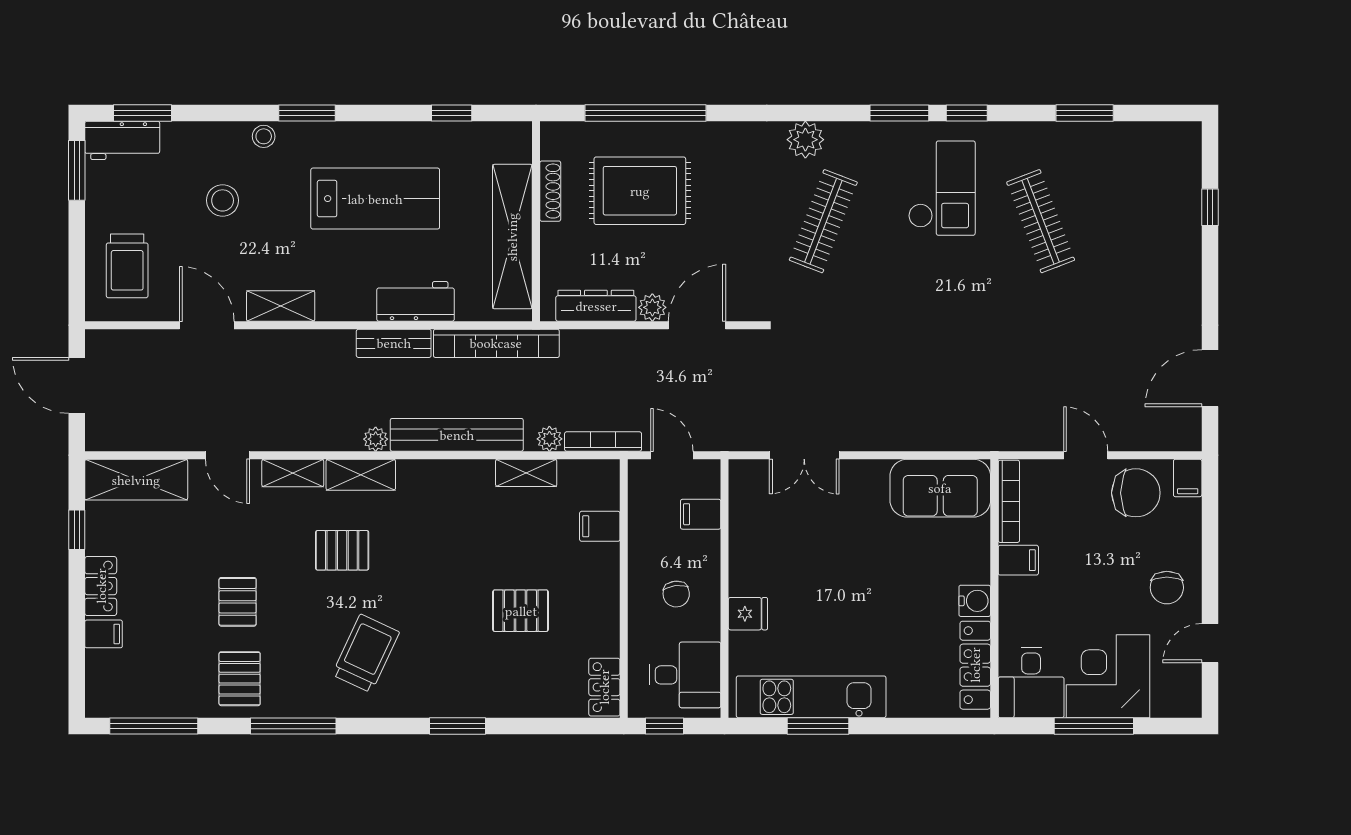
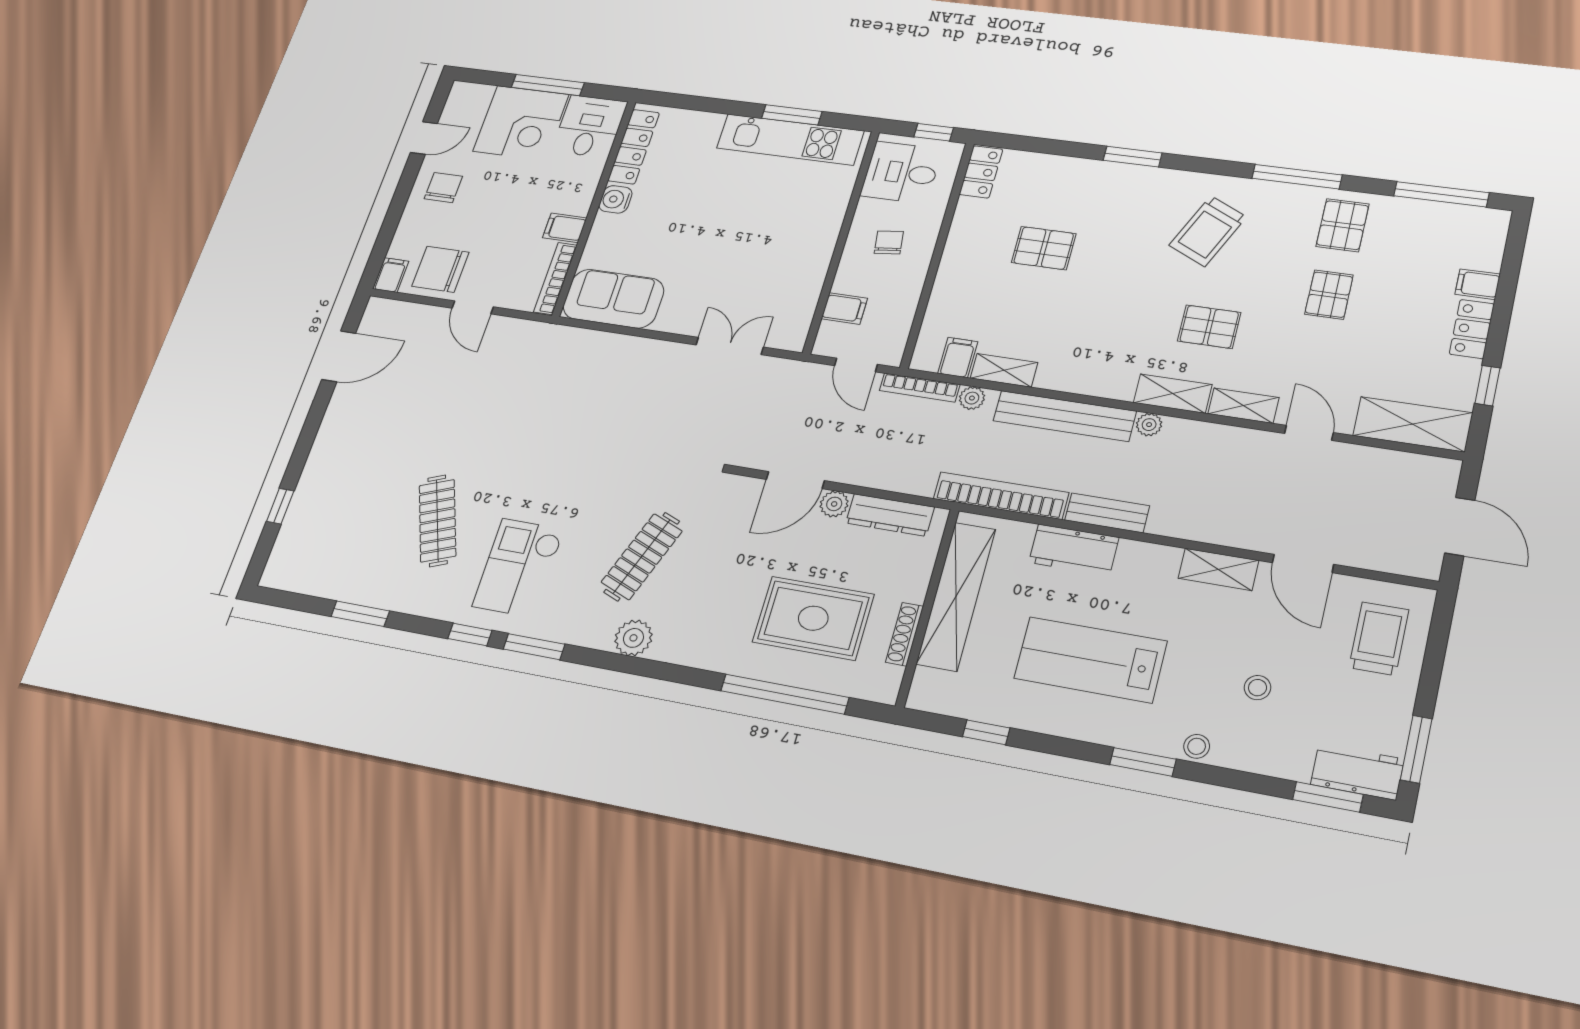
stool: (223, 200) -> (1258, 688), width x0.73, depth x0.73
filing cabinet: (600, 526) -> (958, 358), moved, turned -90
fridge: (748, 614) -> (826, 216), removed

